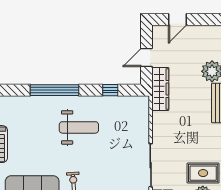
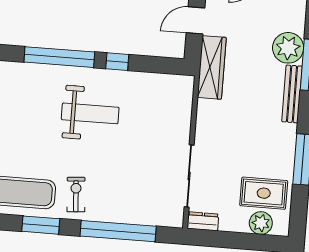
window: (110, 90) -> (117, 62), moved

